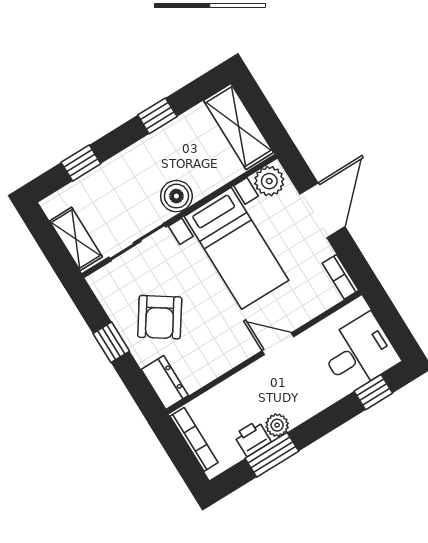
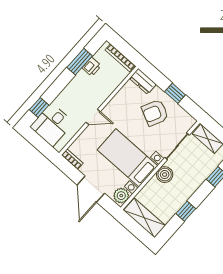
armchair: (160, 317) -> (155, 113), turned -98
plant: (277, 425) -> (81, 77), removed

